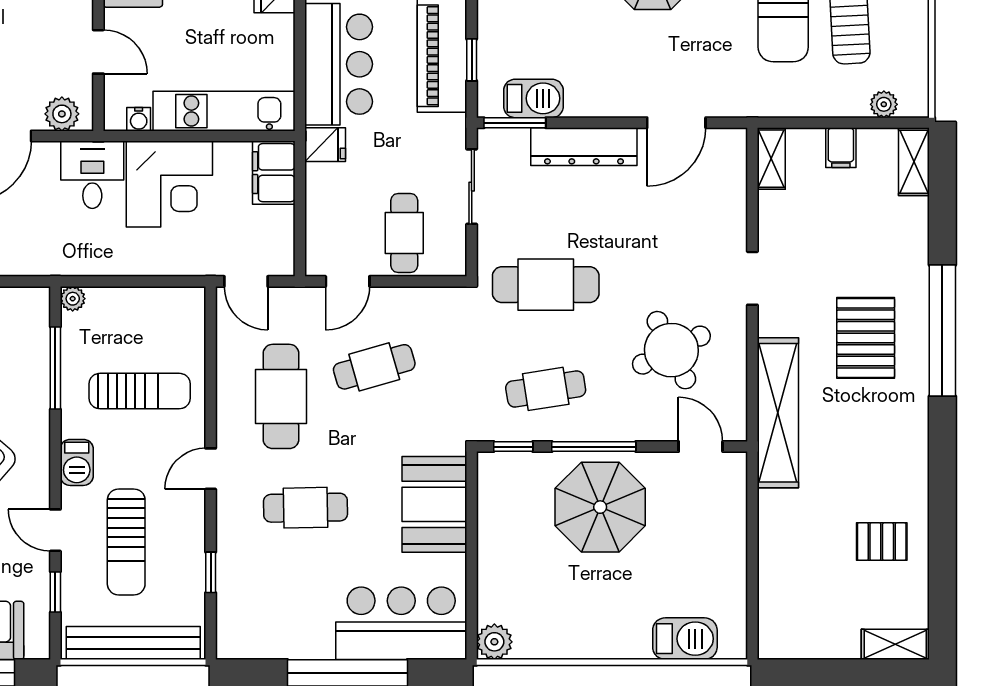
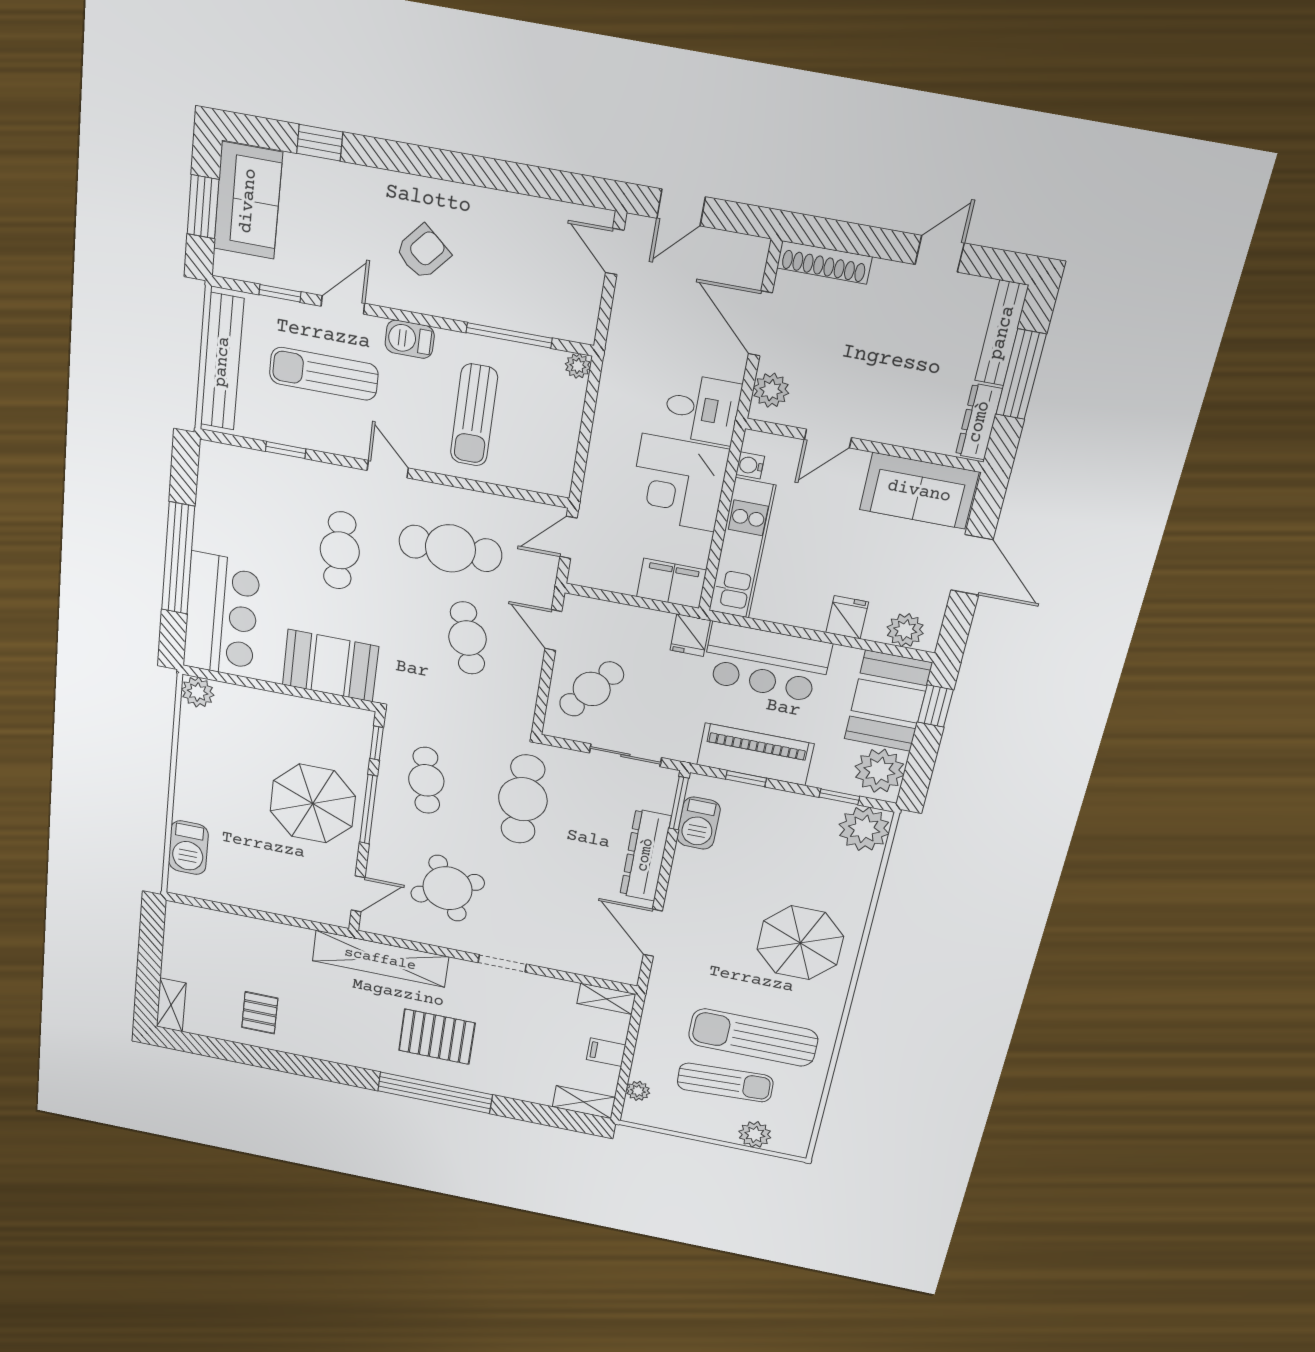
cafe table: (404, 233) -> (592, 689), turned -52

